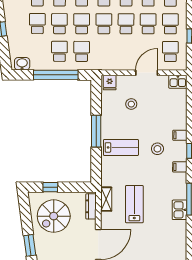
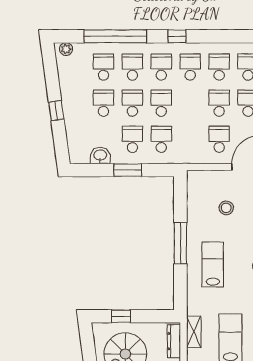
school desk: (104, 24) -> (219, 139), moved
washbasin: (22, 64) -> (100, 155), moved
window: (56, 75) -> (128, 170), width x0.47
fridge: (110, 82) -> (198, 180), removed
lab bench: (121, 147) -> (213, 264), turned -90

